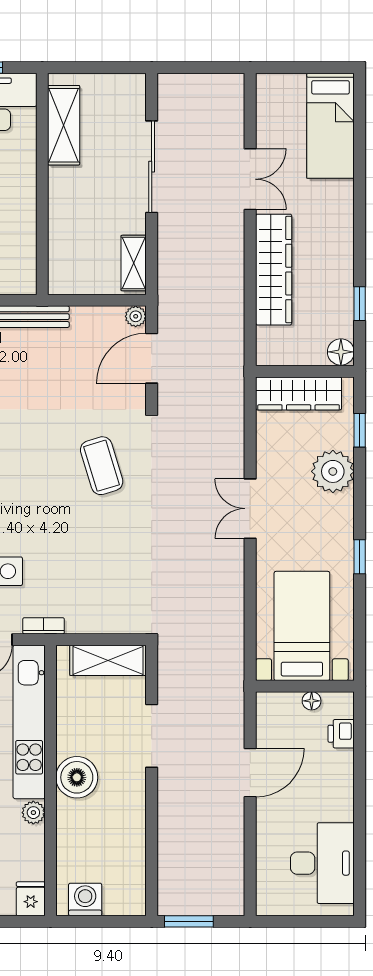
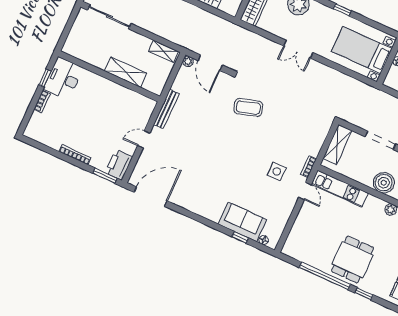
shelving: (64, 125) -> (126, 72), moved
sliding door: (152, 167) -> (109, 17), moved
kitchen unit: (29, 722) -> (340, 189), width x0.73

